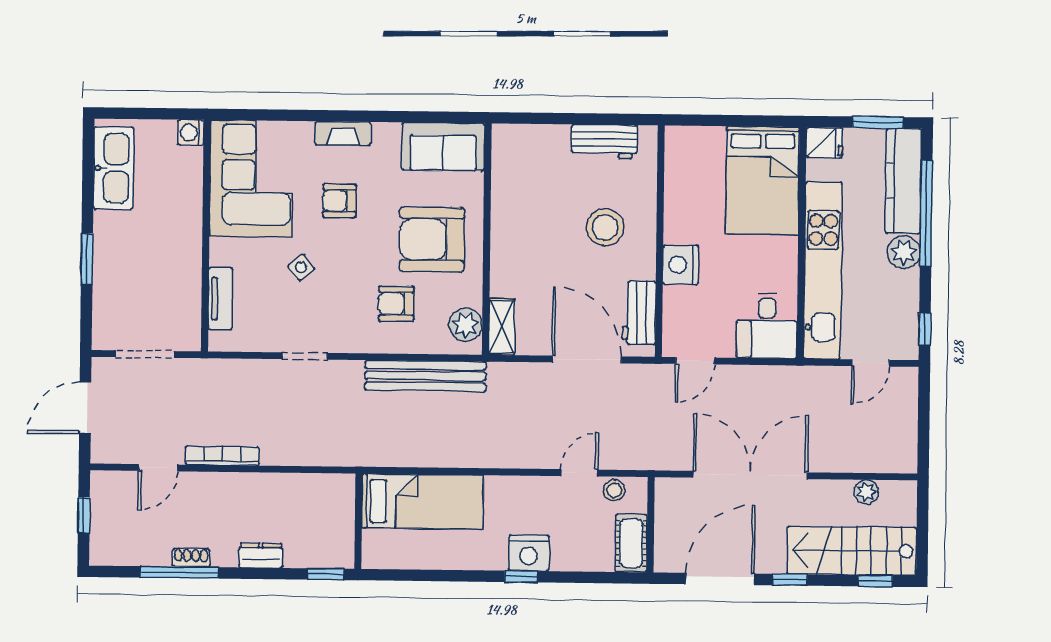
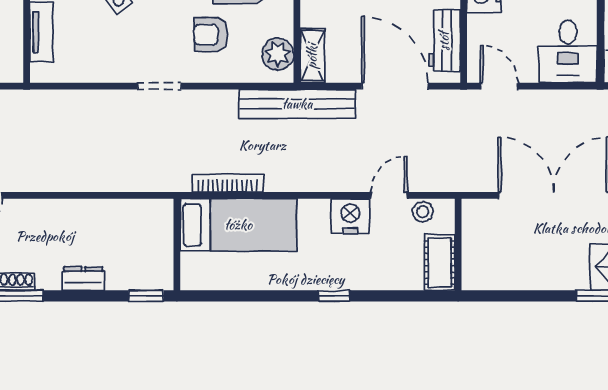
doorway: (305, 356) -> (159, 86), moved
door: (695, 361) -> (499, 86), swing flipped
bench: (426, 376) -> (297, 104), moved
bookcase: (222, 456) -> (227, 183), moved
nightstand: (529, 553) -> (350, 216), moved, turned 180
door: (720, 579) -> (525, 296), removed

